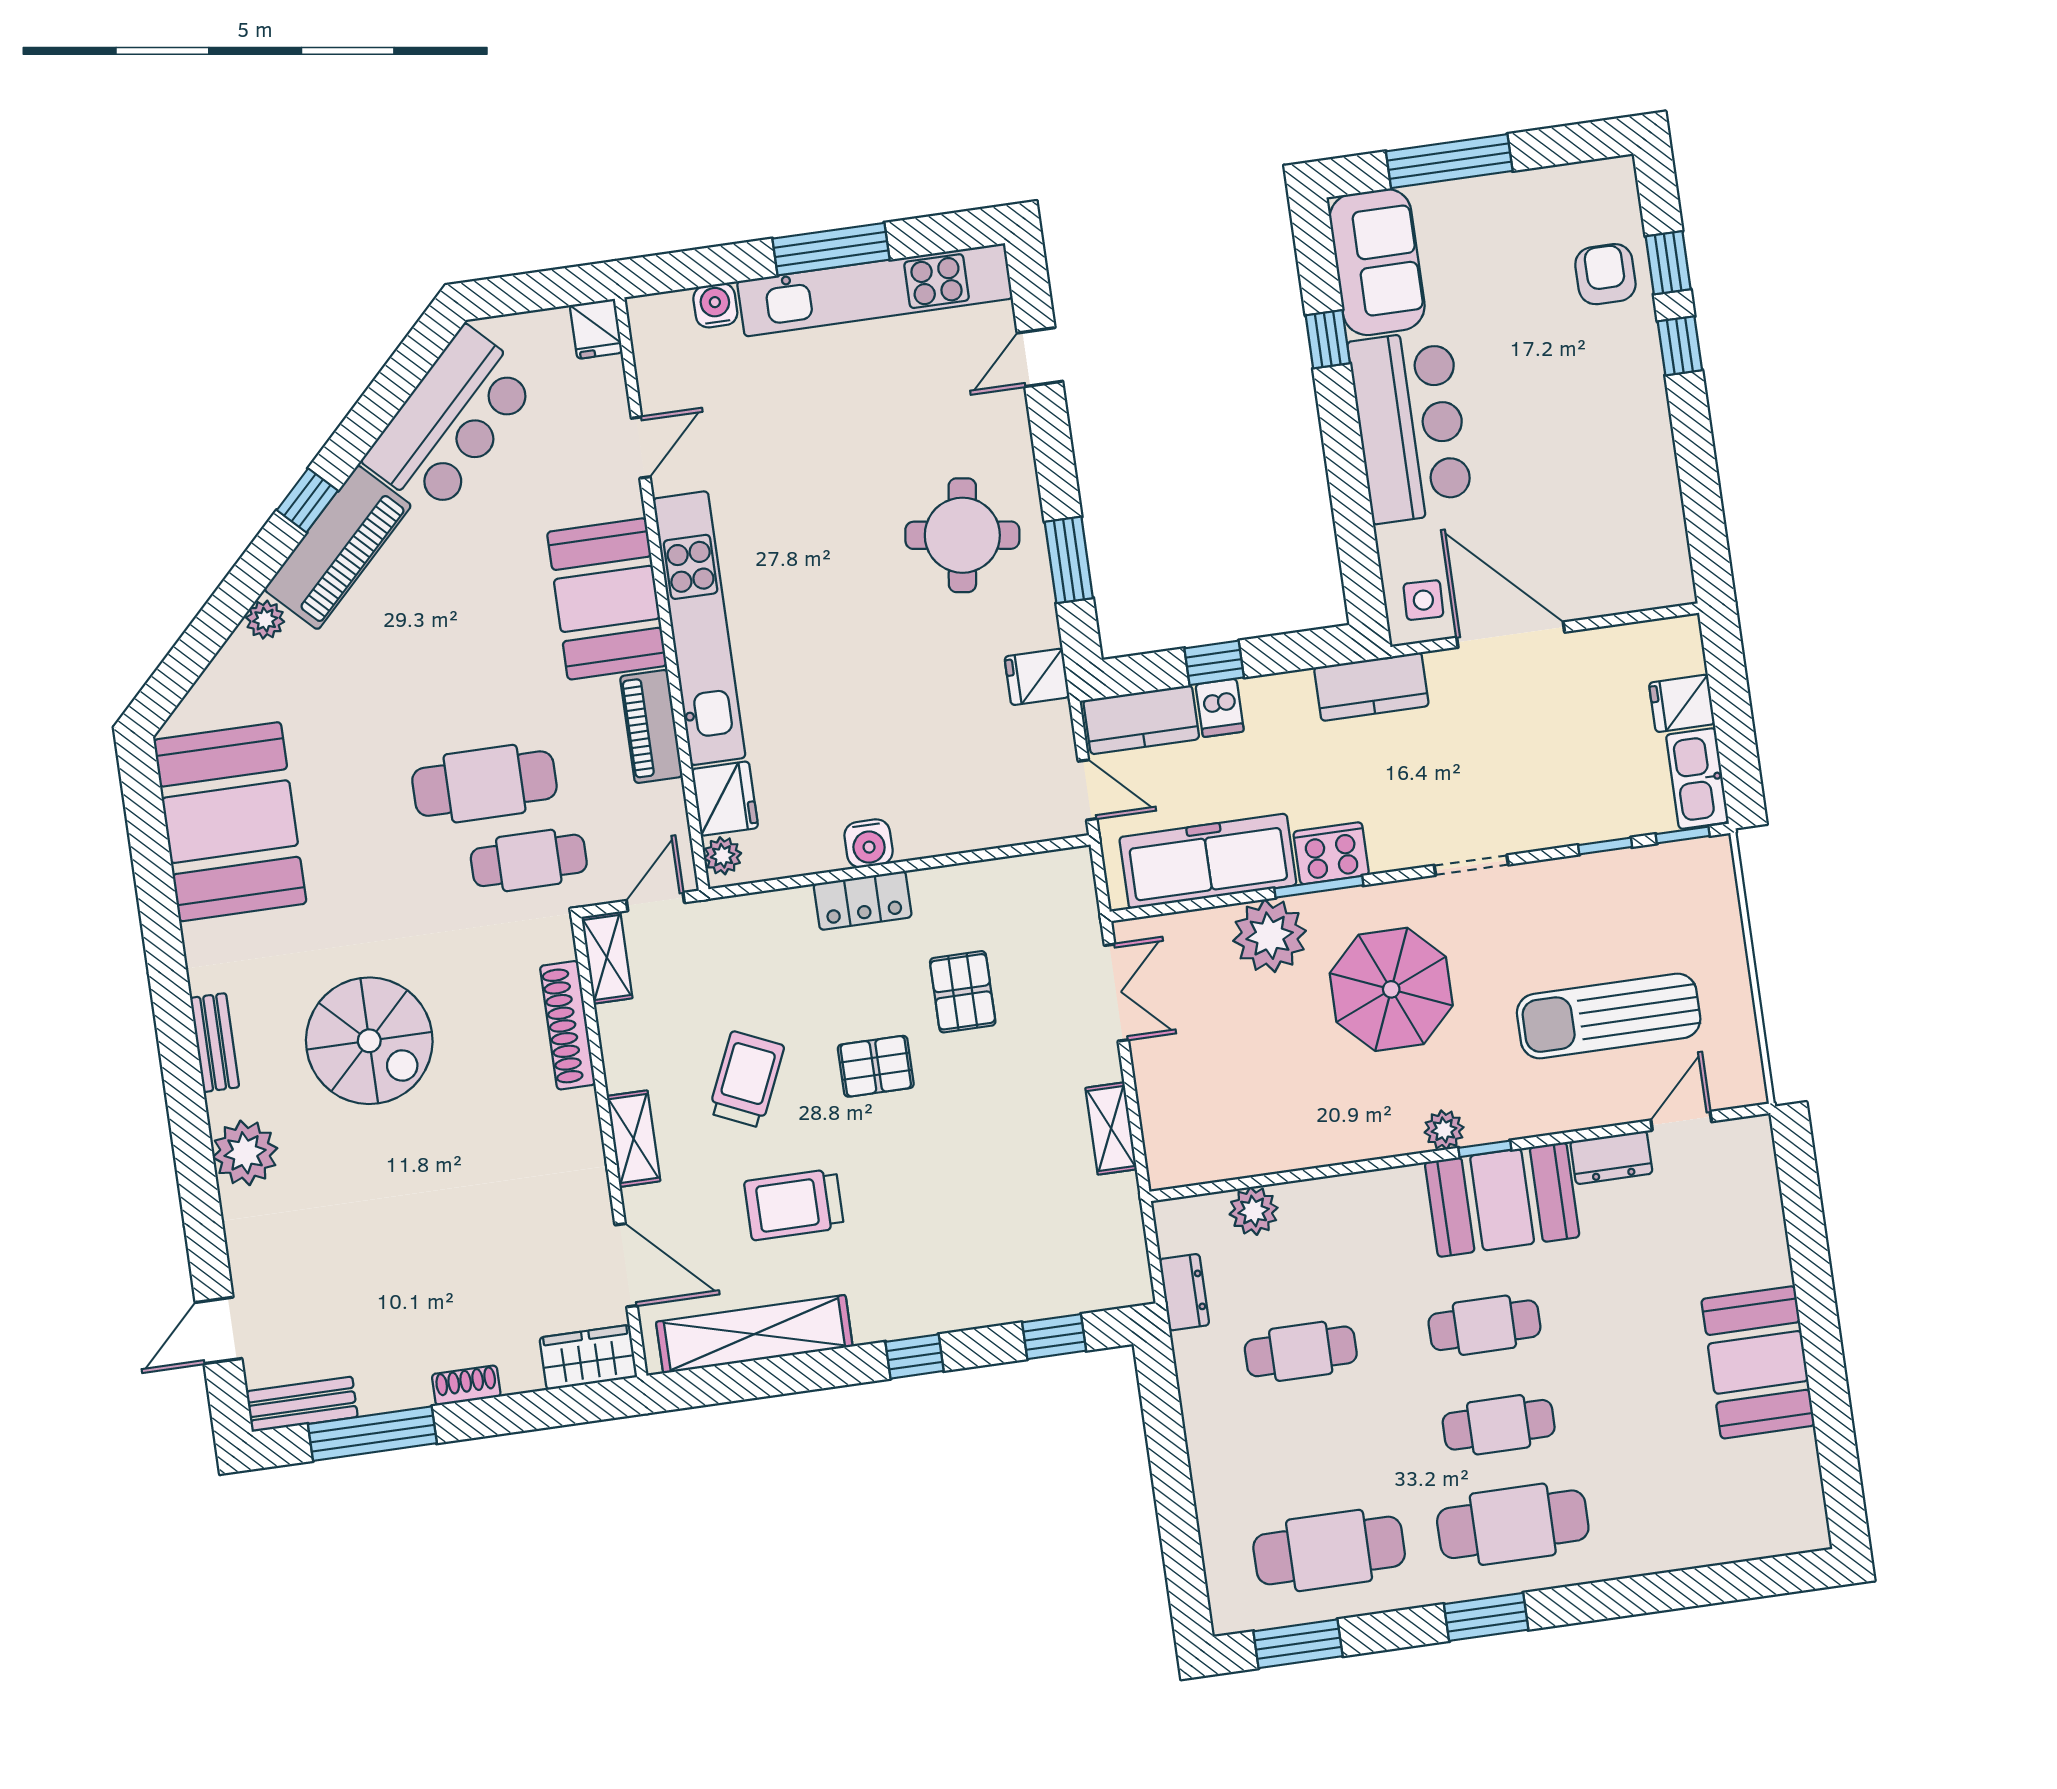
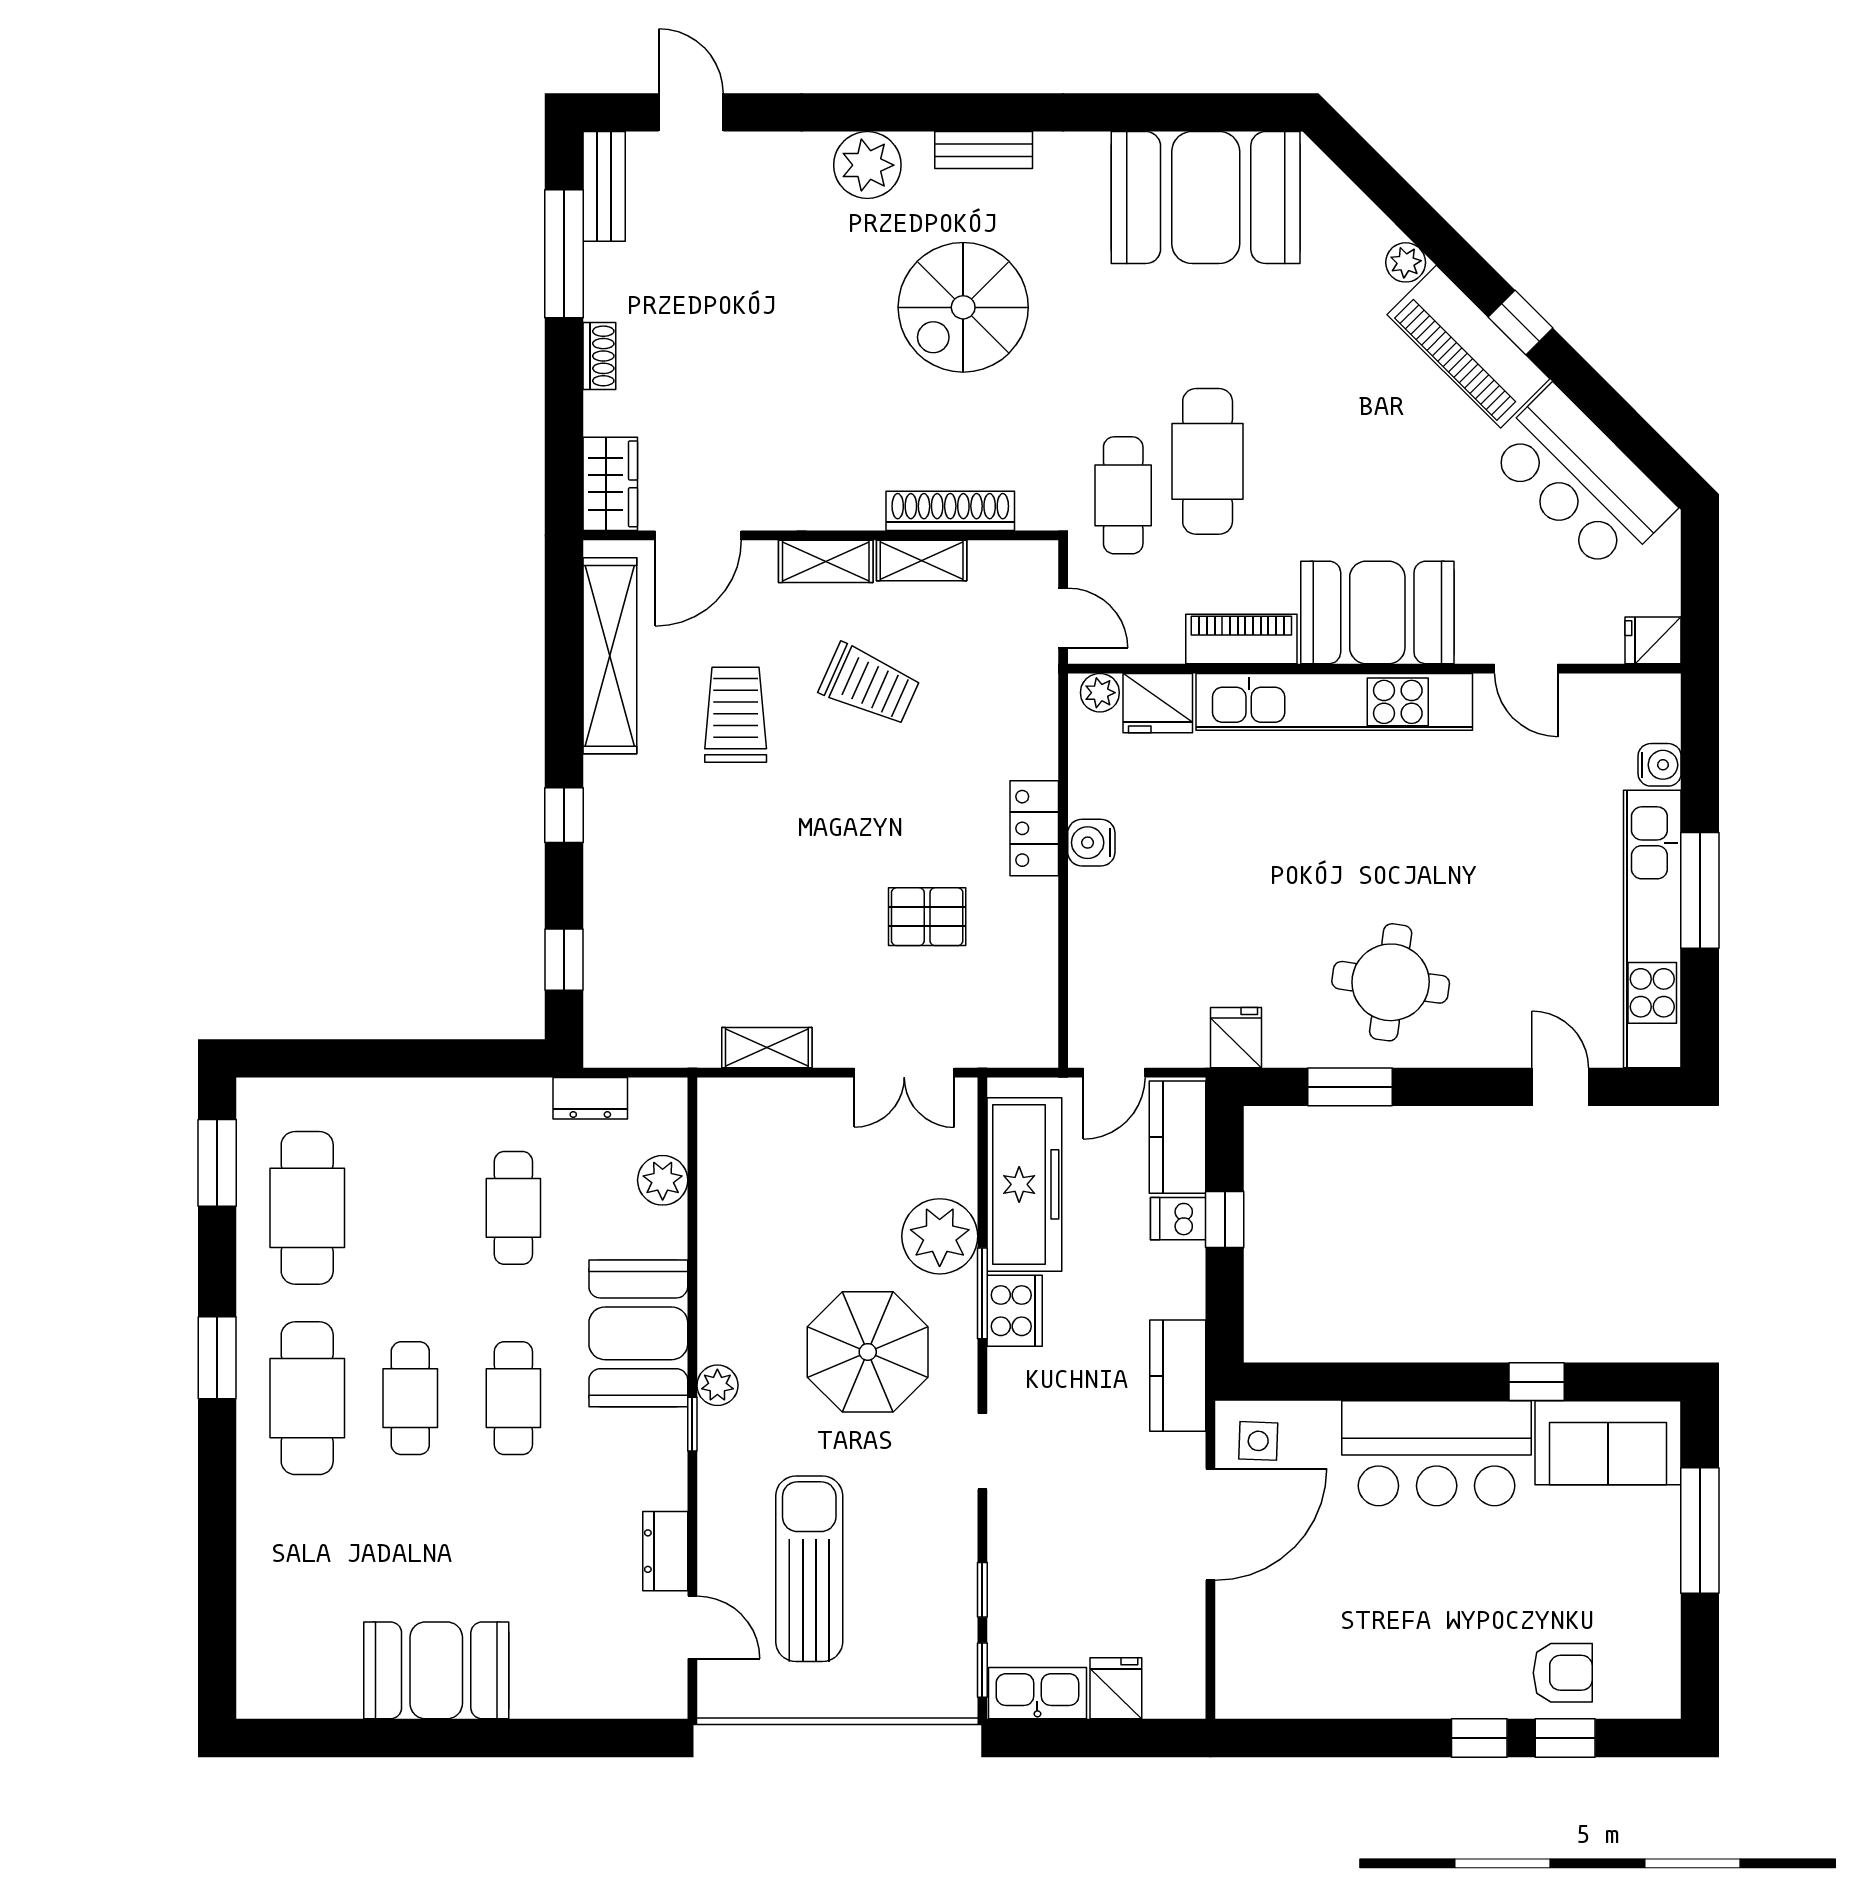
shelving: (607, 958) -> (922, 560), moved
pallet: (876, 1066) -> (864, 818), removed
booth: (1502, 1200) -> (638, 1333), moved

